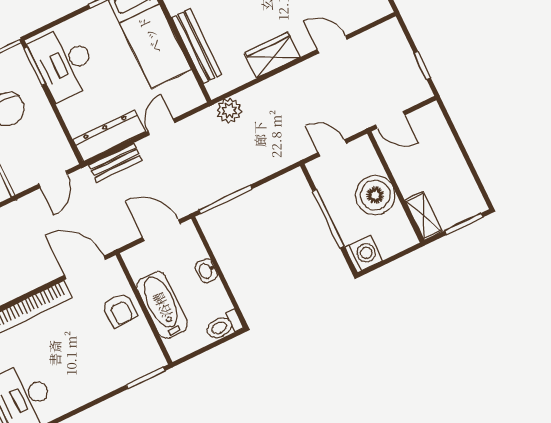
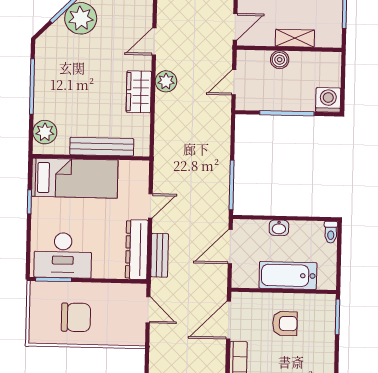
plant: (229, 110) -> (166, 81), moved
door: (161, 127) -> (150, 206), swing flipped
boiler: (375, 195) -> (280, 60), width x0.54, depth x0.54
shelving: (423, 216) -> (295, 38), moved
armchair: (120, 310) -> (285, 324), moved
toilet: (223, 326) -> (331, 232), width x0.73, depth x0.72

